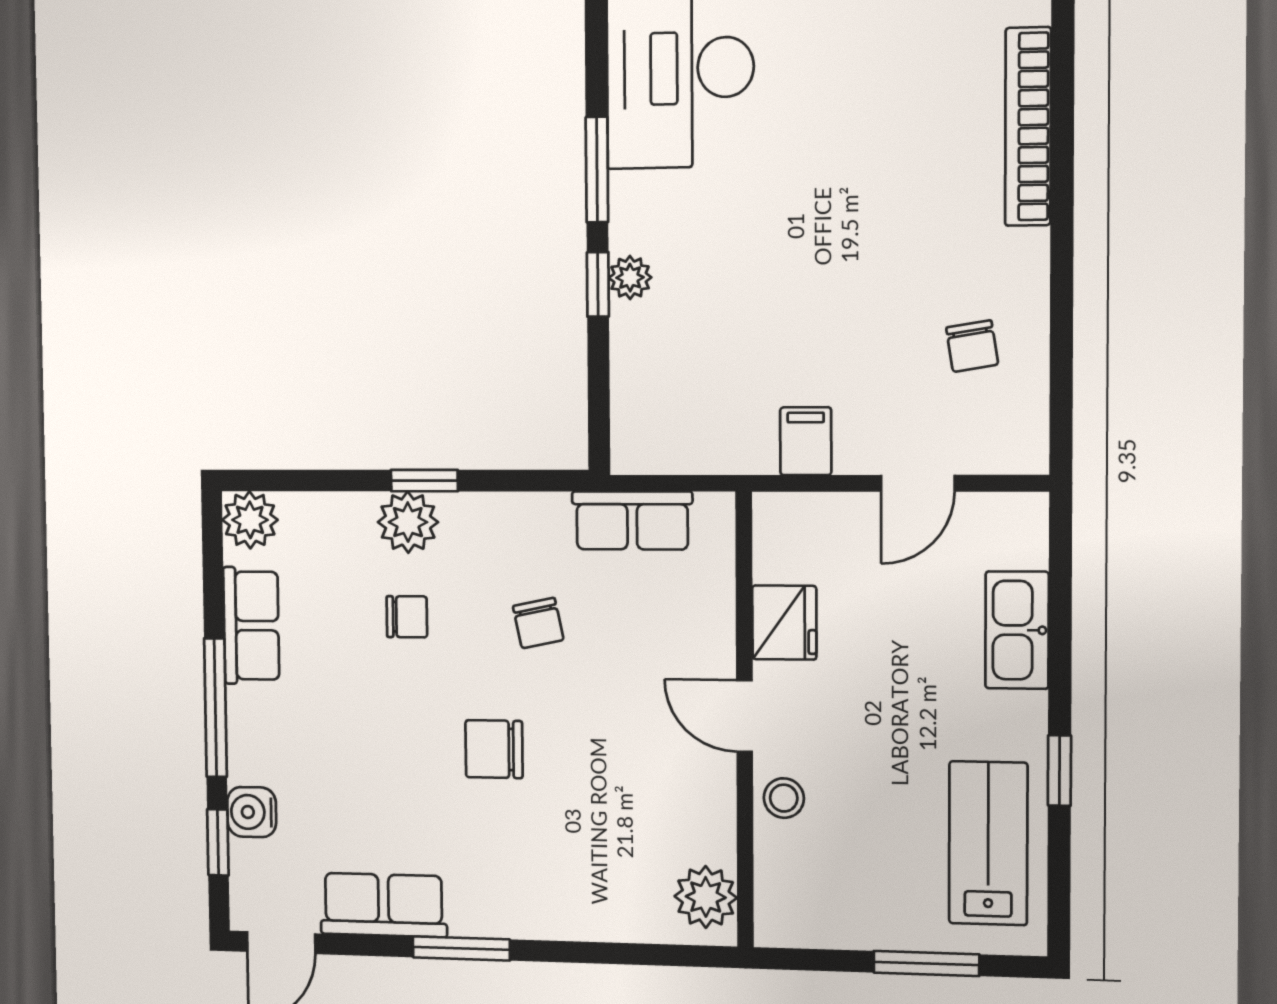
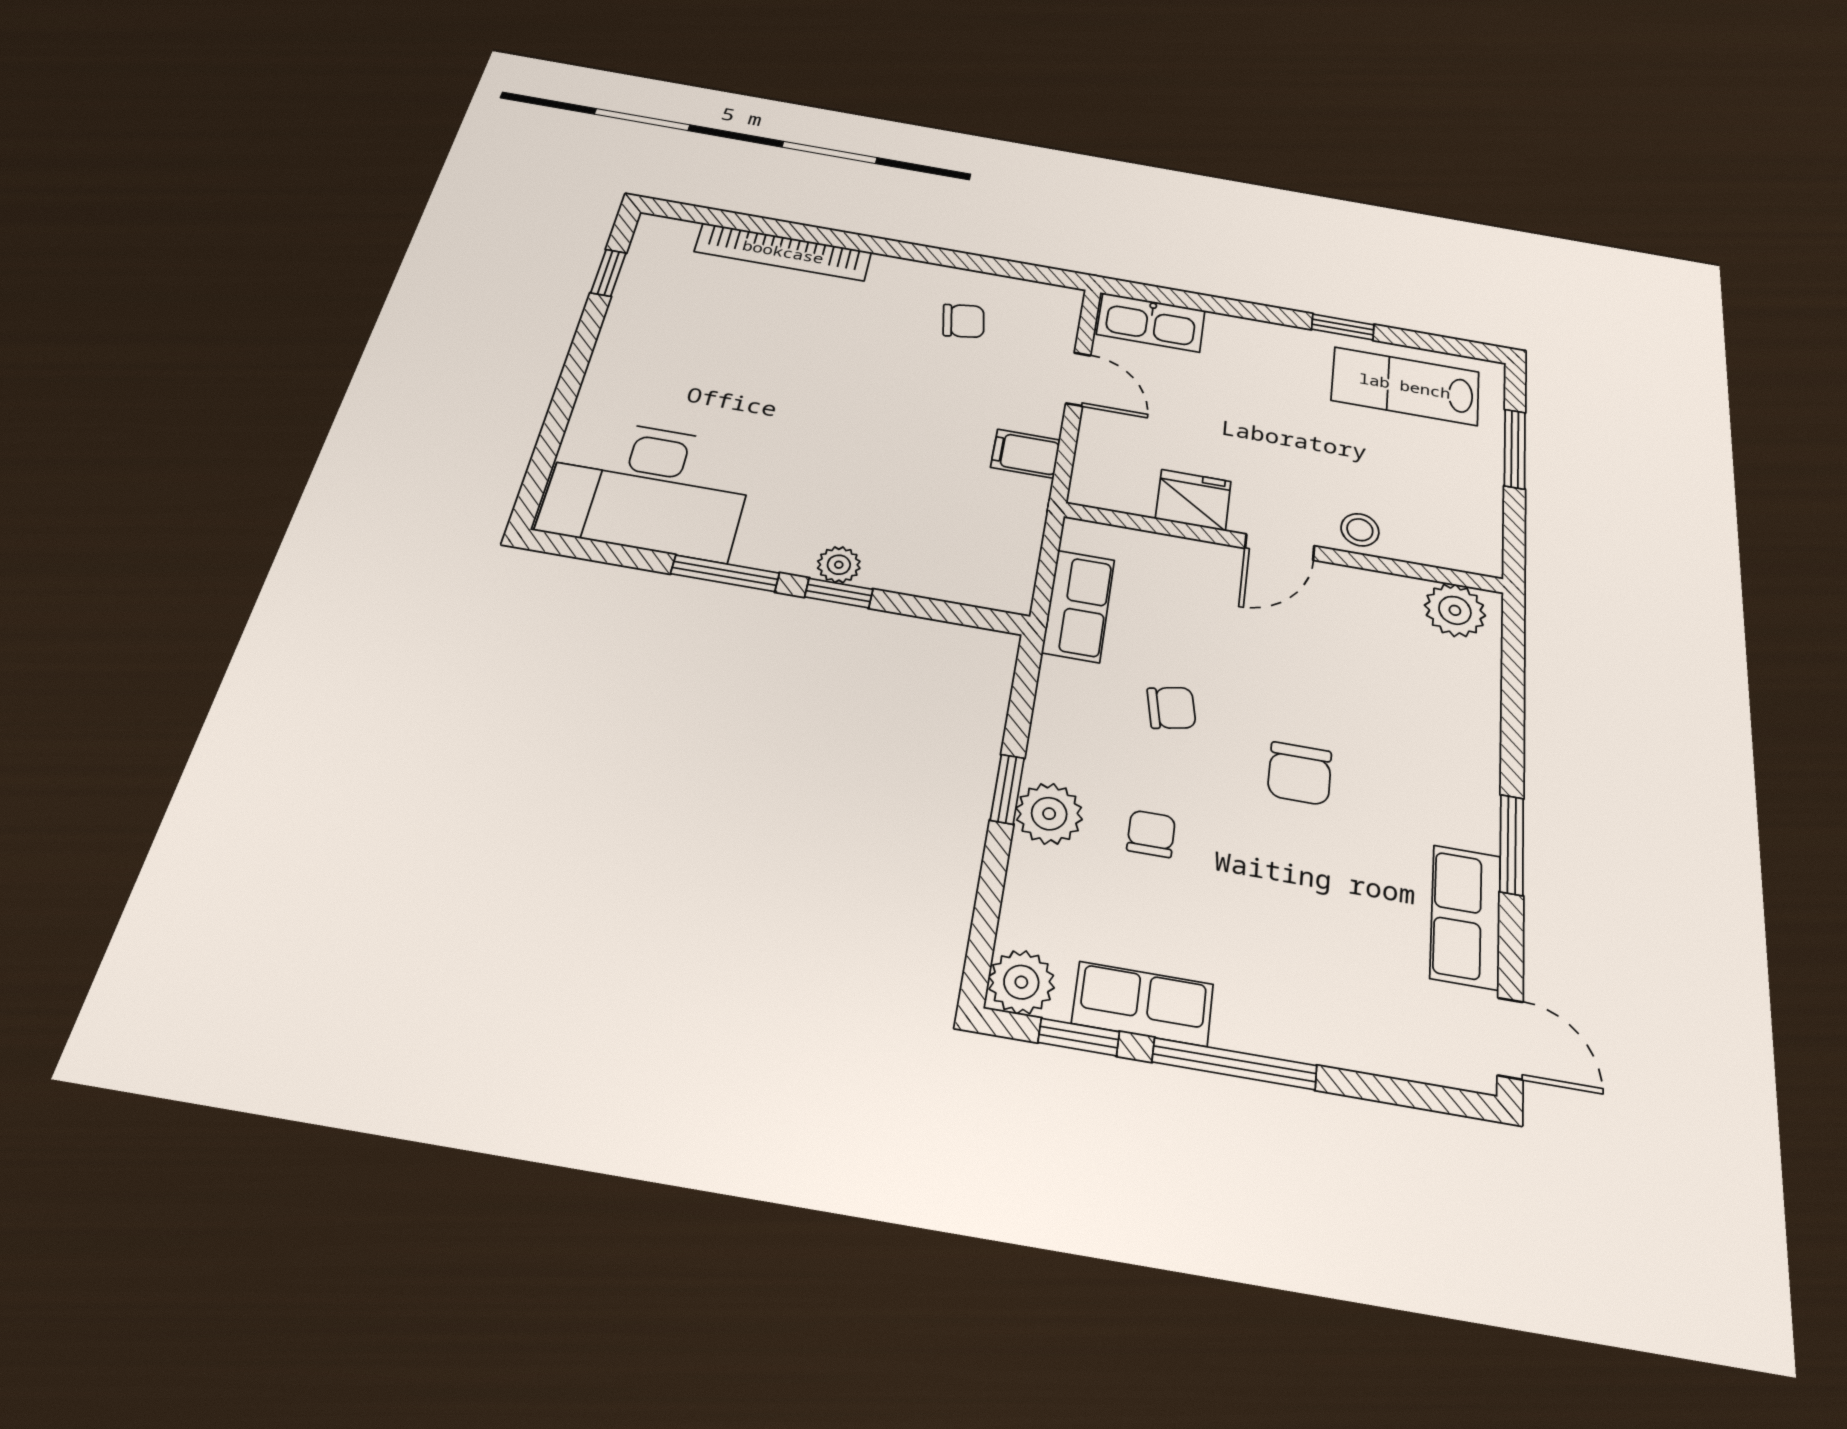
kitchen sink: (1017, 630) -> (1151, 322), moved
water cooler: (252, 812) -> (1359, 1044), removed
window: (218, 842) -> (1079, 1037), moved

